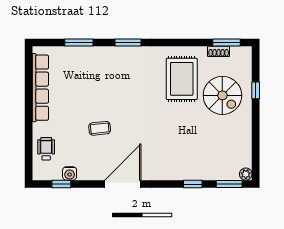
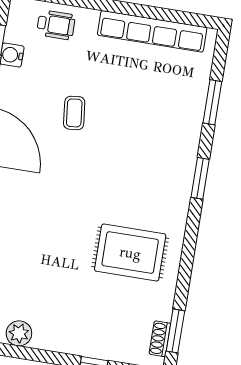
shoe rack: (219, 51) -> (160, 339), moved
spiral stairs: (222, 95) -> (94, 311), removed
plant: (244, 141) -> (19, 333), added

